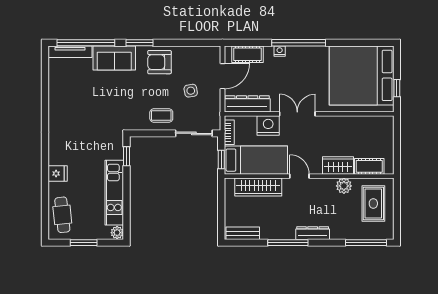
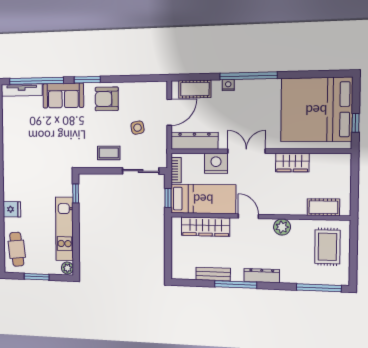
wardrobe: (338, 165) -> (292, 162), moved, turned 180
plant: (344, 186) -> (282, 227), moved
bench: (243, 233) -> (213, 274), moved

